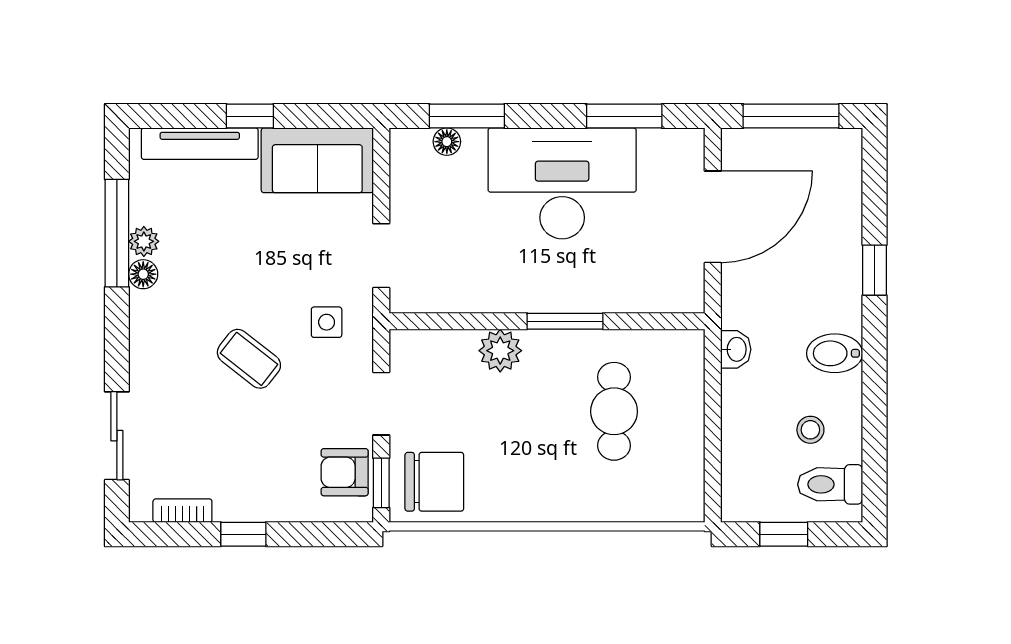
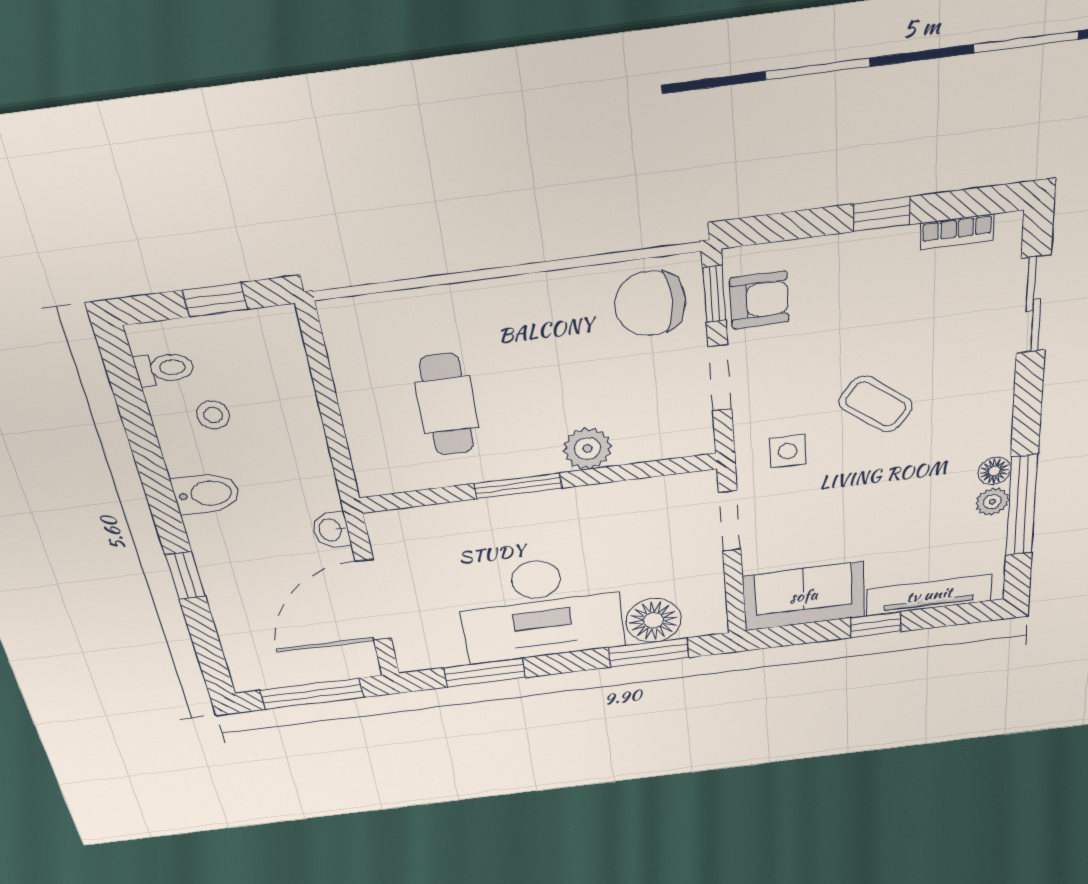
floor lamp: (447, 142) -> (653, 620), width x1.89, depth x1.89
washbasin: (736, 349) -> (331, 530), moved
toilet: (830, 484) -> (165, 368), width x0.73, depth x0.72

